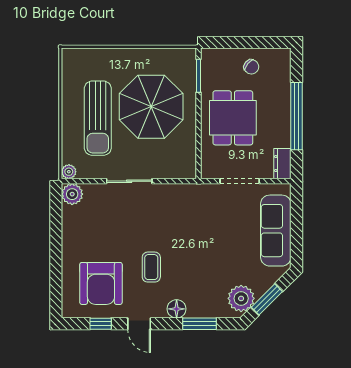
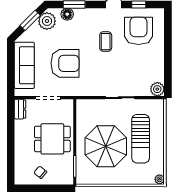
window: (297, 116) -> (11, 140), removed
sun lounger: (98, 118) -> (141, 139), turned 180
dining table: (233, 118) -> (52, 139), turned 90
plant: (69, 172) -> (159, 179), moved
armchair: (213, 234) -> (65, 63), added
floor lamp: (177, 309) -> (67, 14), moved

